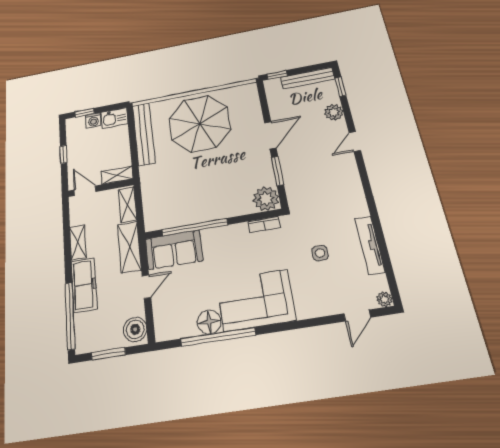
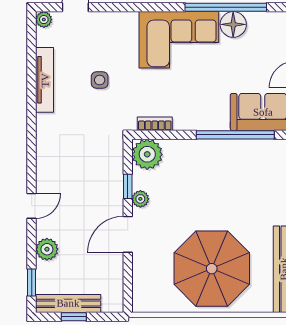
window: (277, 75) -> (74, 317), moved
plant: (265, 163) -> (140, 199), added
window: (278, 171) -> (128, 186), width x0.67

